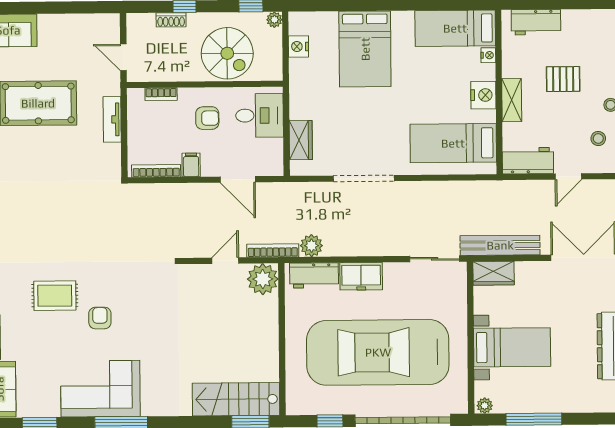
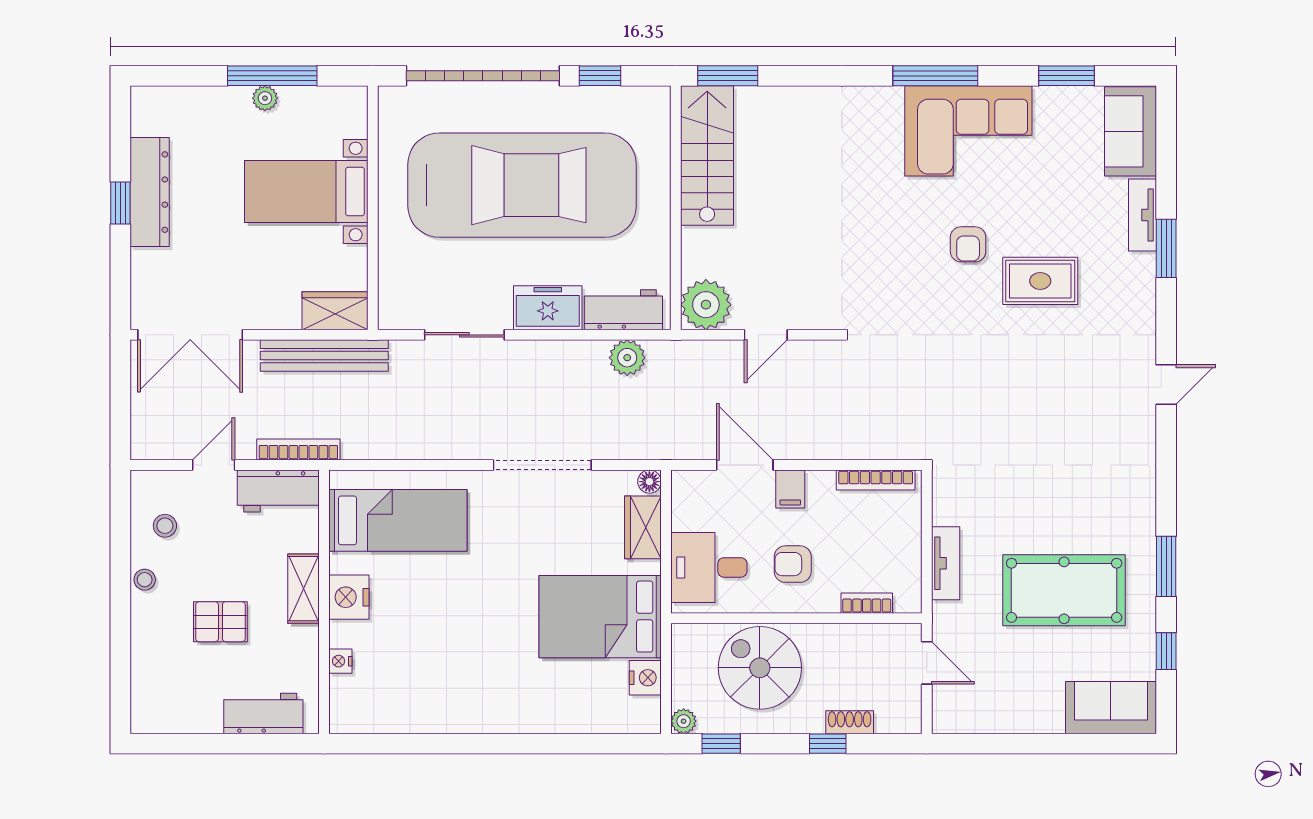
bed: (455, 28) -> (393, 705), removed
bed: (365, 49) -> (600, 617), moved, turned -90
filing cabinet: (191, 165) -> (790, 489), moved
floor lamp: (297, 169) -> (649, 482), added
bookcase: (273, 251) -> (298, 450), moved, turned 180
sliding door: (435, 259) -> (464, 335), moved
stairs: (236, 399) -> (707, 155), moved, turned -90
plant: (485, 406) -> (265, 98), moved

